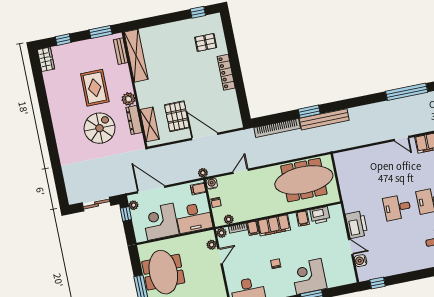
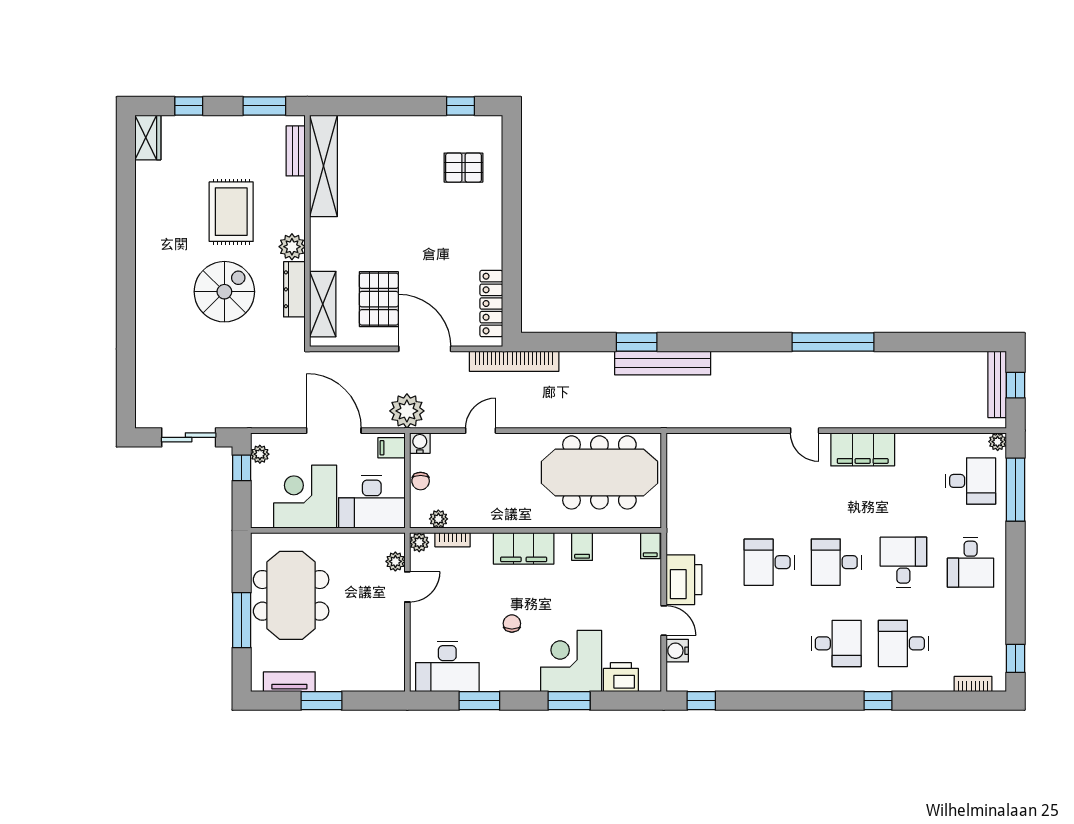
locker: (226, 72) -> (491, 304), moved
bookcase: (277, 128) -> (514, 361), moved
plant: (203, 173) -> (407, 411), width x1.87, depth x1.87
door: (151, 189) -> (334, 431), moved
printer: (320, 215) -> (621, 677), moved, turned 180
filing cabinet: (253, 228) -> (650, 546), moved

